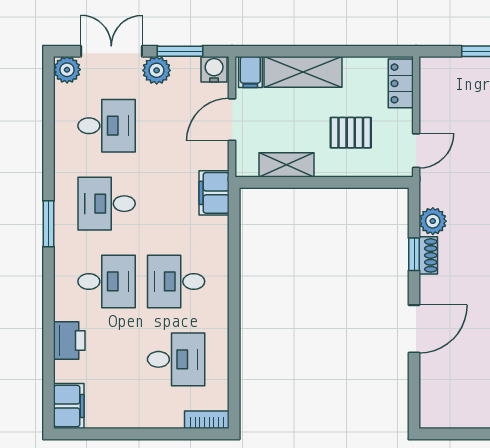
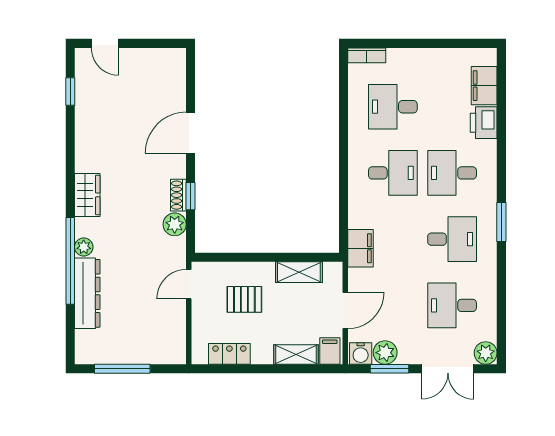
plant: (157, 70) -> (385, 353), moved
shelving: (303, 72) -> (296, 354), width x0.67, depth x0.75
locker: (401, 83) -> (229, 354), moved, turned -90
filing cabinet: (69, 406) -> (484, 86), moved

